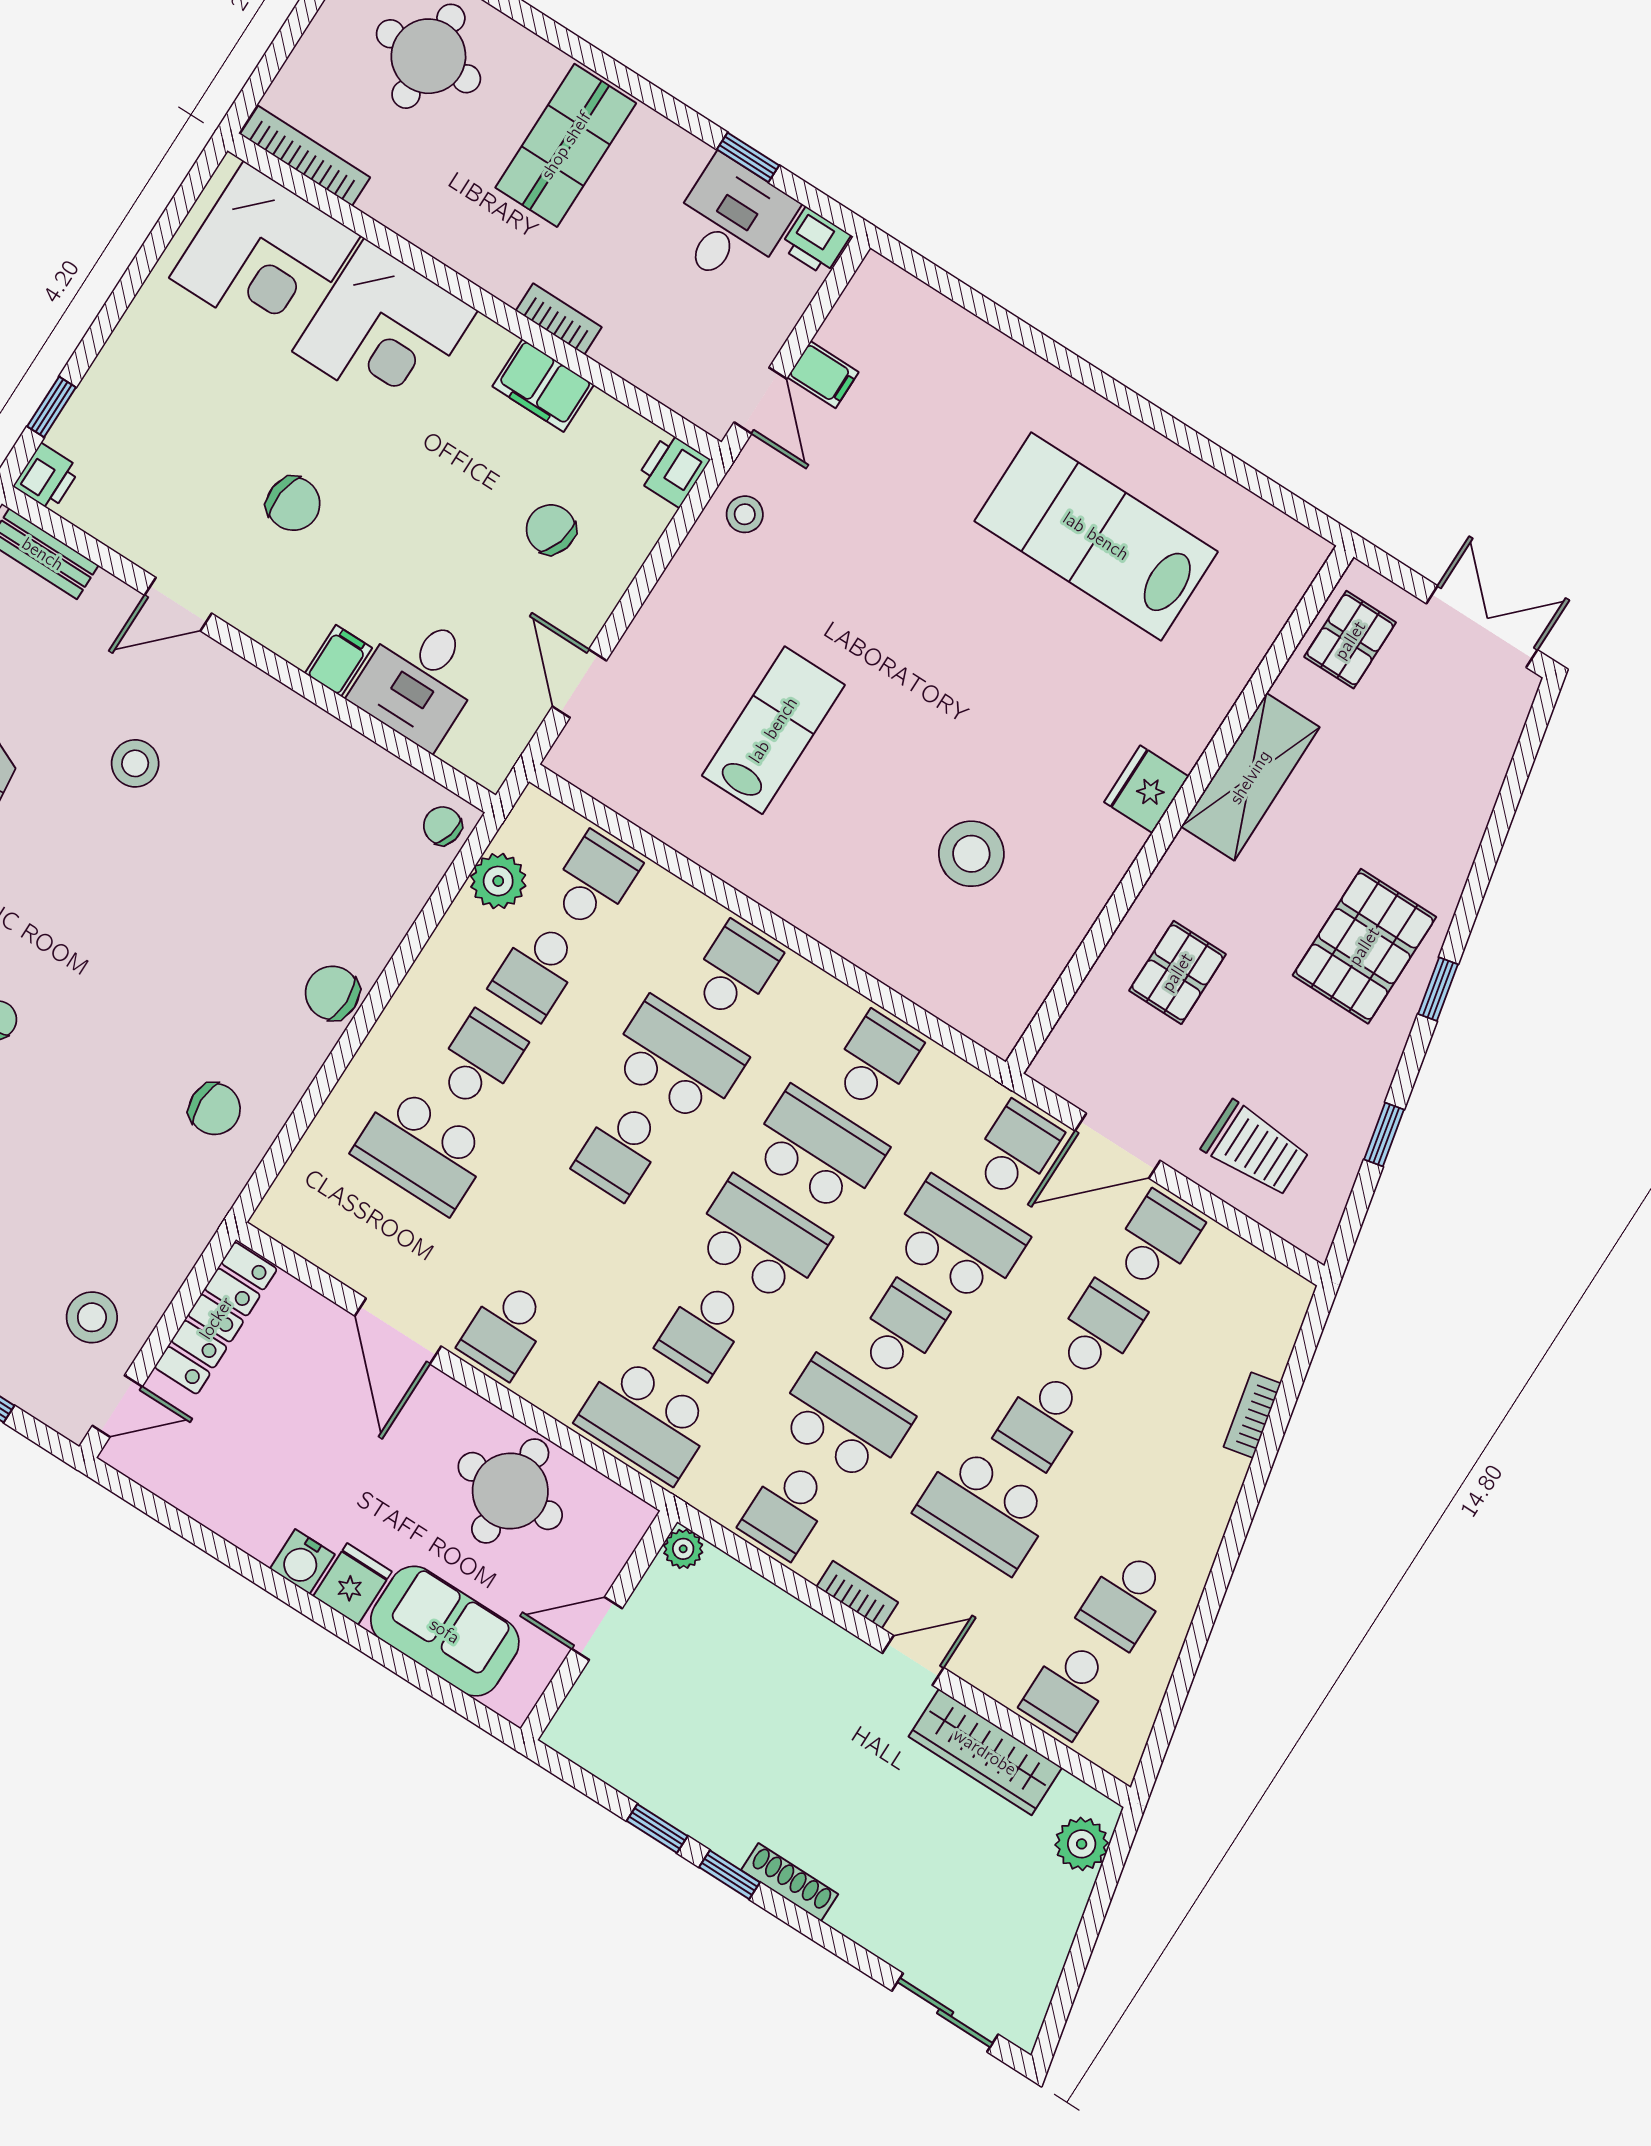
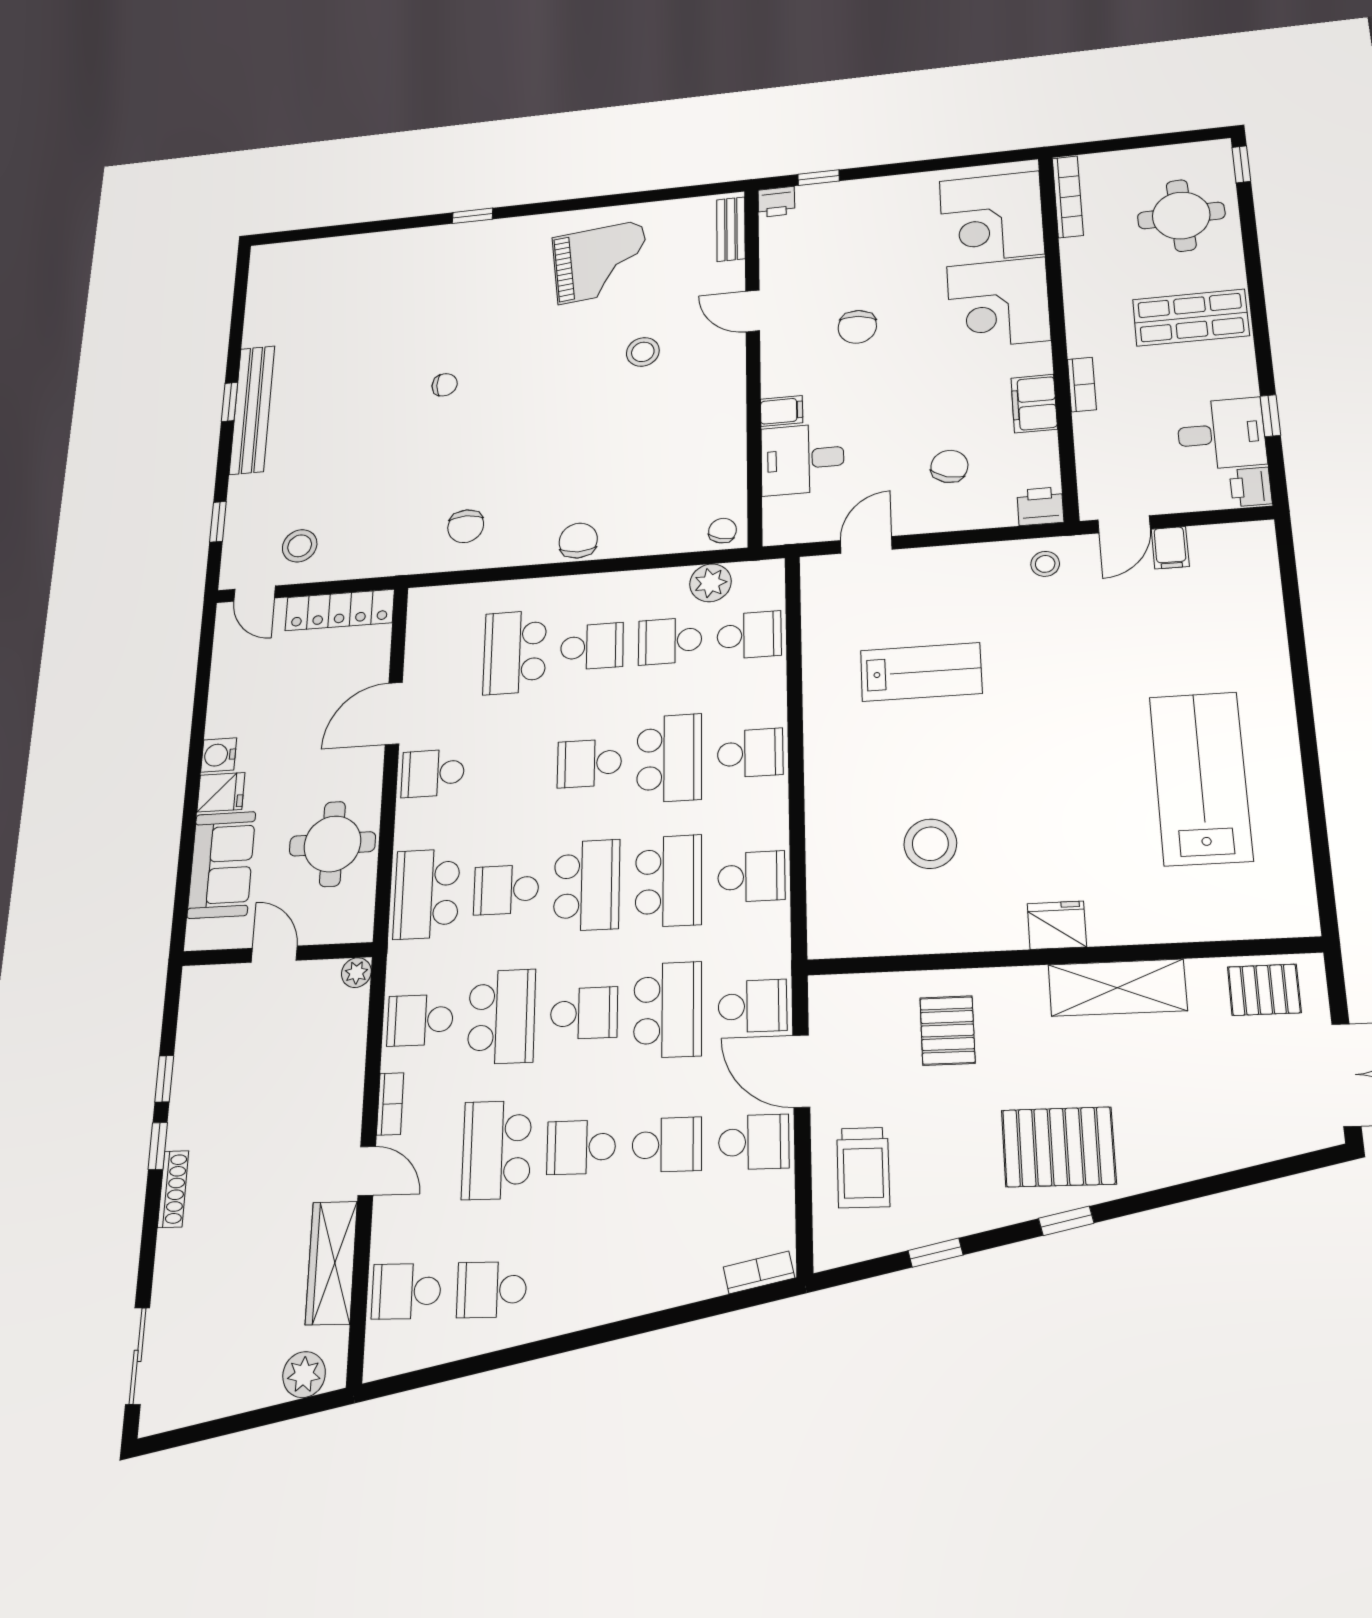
pallet: (1177, 972) -> (948, 1030), turned 90
bookcase: (1252, 1415) -> (759, 1272), moved

